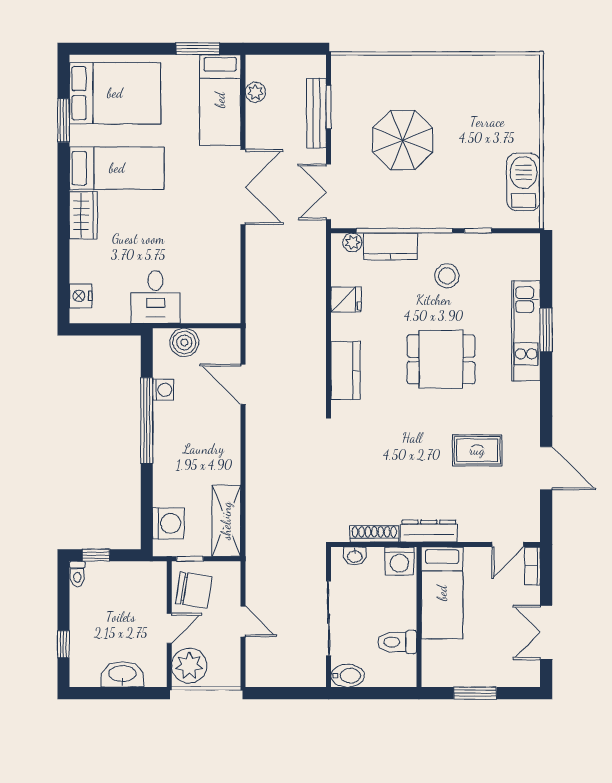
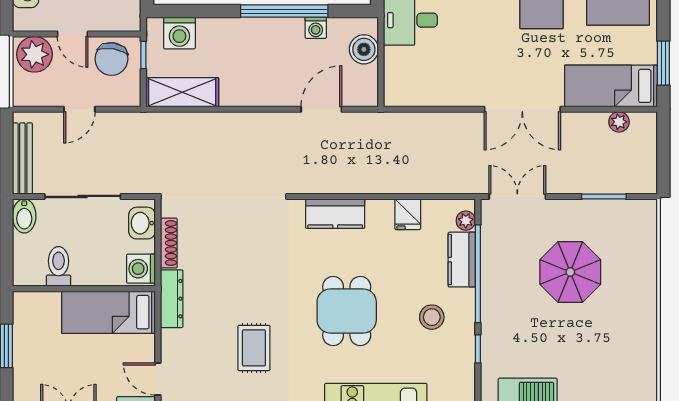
bench: (316, 113) -> (22, 158), moved, turned 90
washbasin: (355, 556) -> (142, 223), width x1.38, depth x1.45

